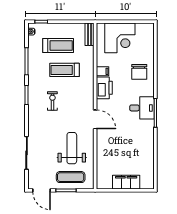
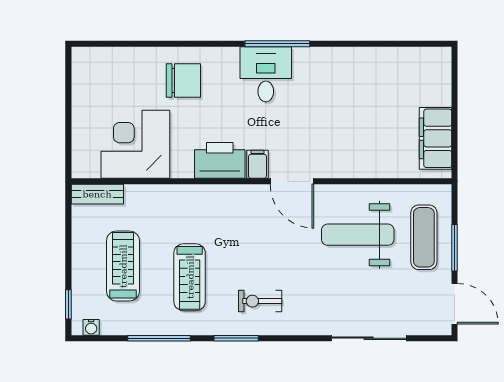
corner desk: (120, 38) -> (135, 144), moved, turned -90
treadmill: (65, 70) -> (190, 277), moved
filing cabinet: (103, 71) -> (257, 164), moved
exercise bike: (52, 101) -> (260, 301), moved
door: (95, 119) -> (292, 181), swing flipped
filing cabinet: (126, 182) -> (436, 138), moved
door: (42, 190) -> (454, 304), hinge flipped

